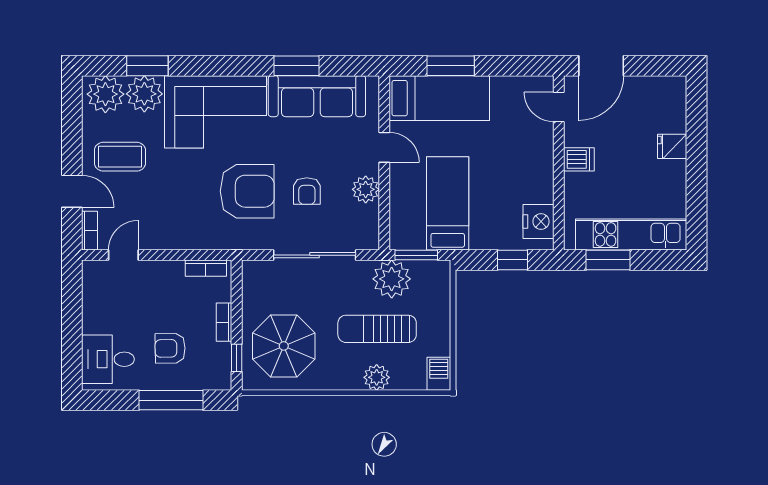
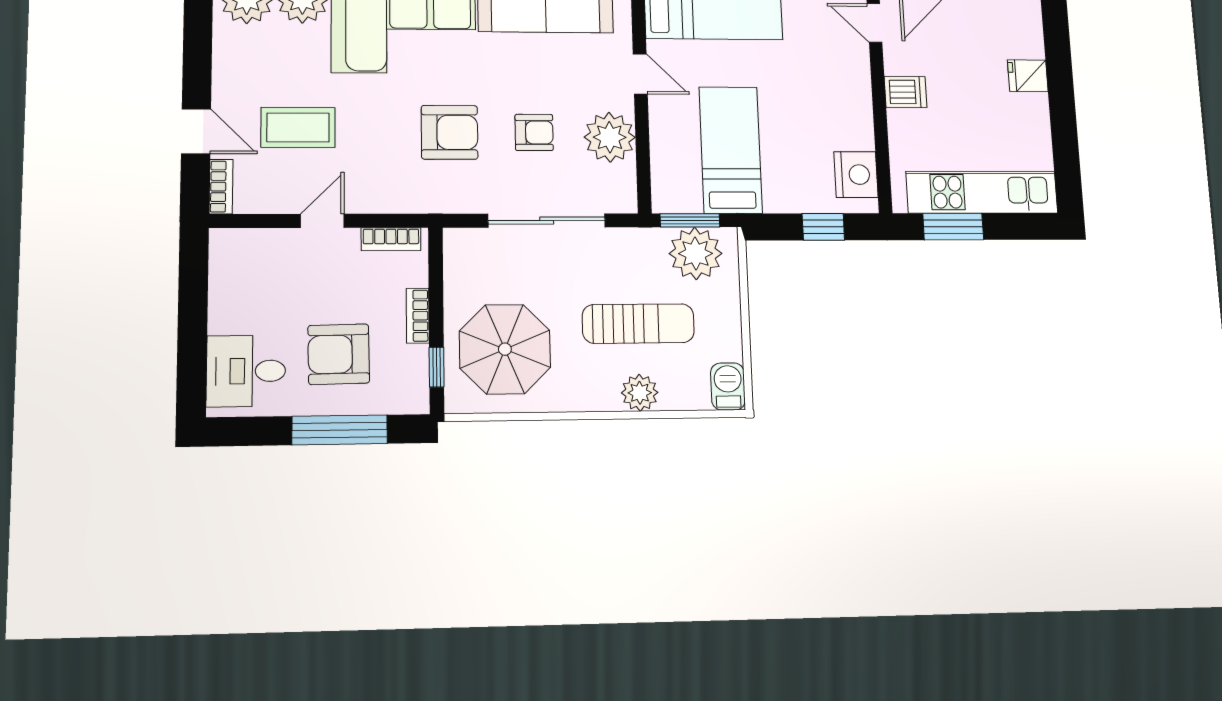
coffee table: (120, 157) -> (298, 127), moved
plant: (366, 189) -> (610, 137), width x1.36, depth x1.36
armchair: (247, 191) -> (450, 132), width x0.73, depth x0.73
armchair: (307, 191) -> (534, 132), turned -90
door: (123, 255) -> (322, 221), moved
plant: (392, 279) -> (695, 253), moved
sun lounger: (377, 329) -> (638, 324), turned 180
armchair: (170, 348) -> (339, 354), width x1.38, depth x1.38

